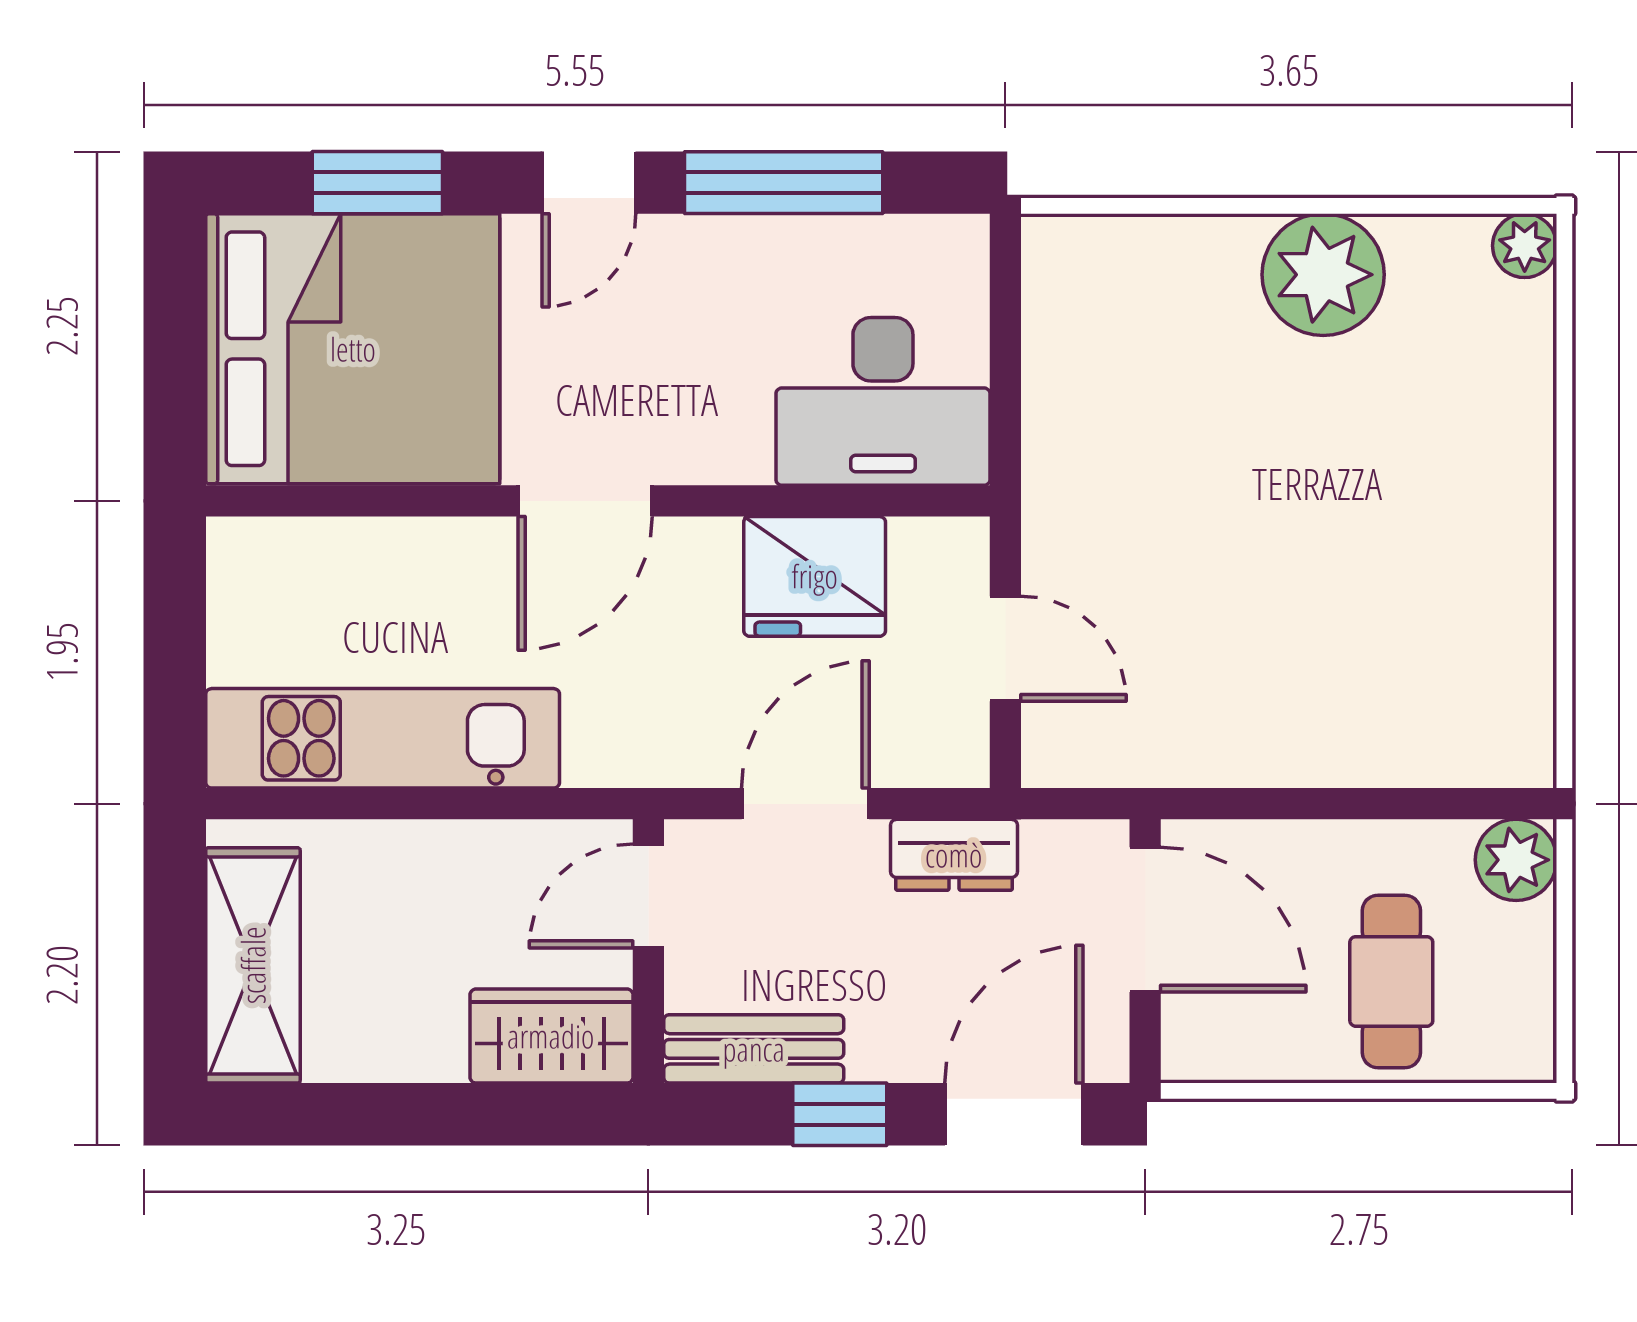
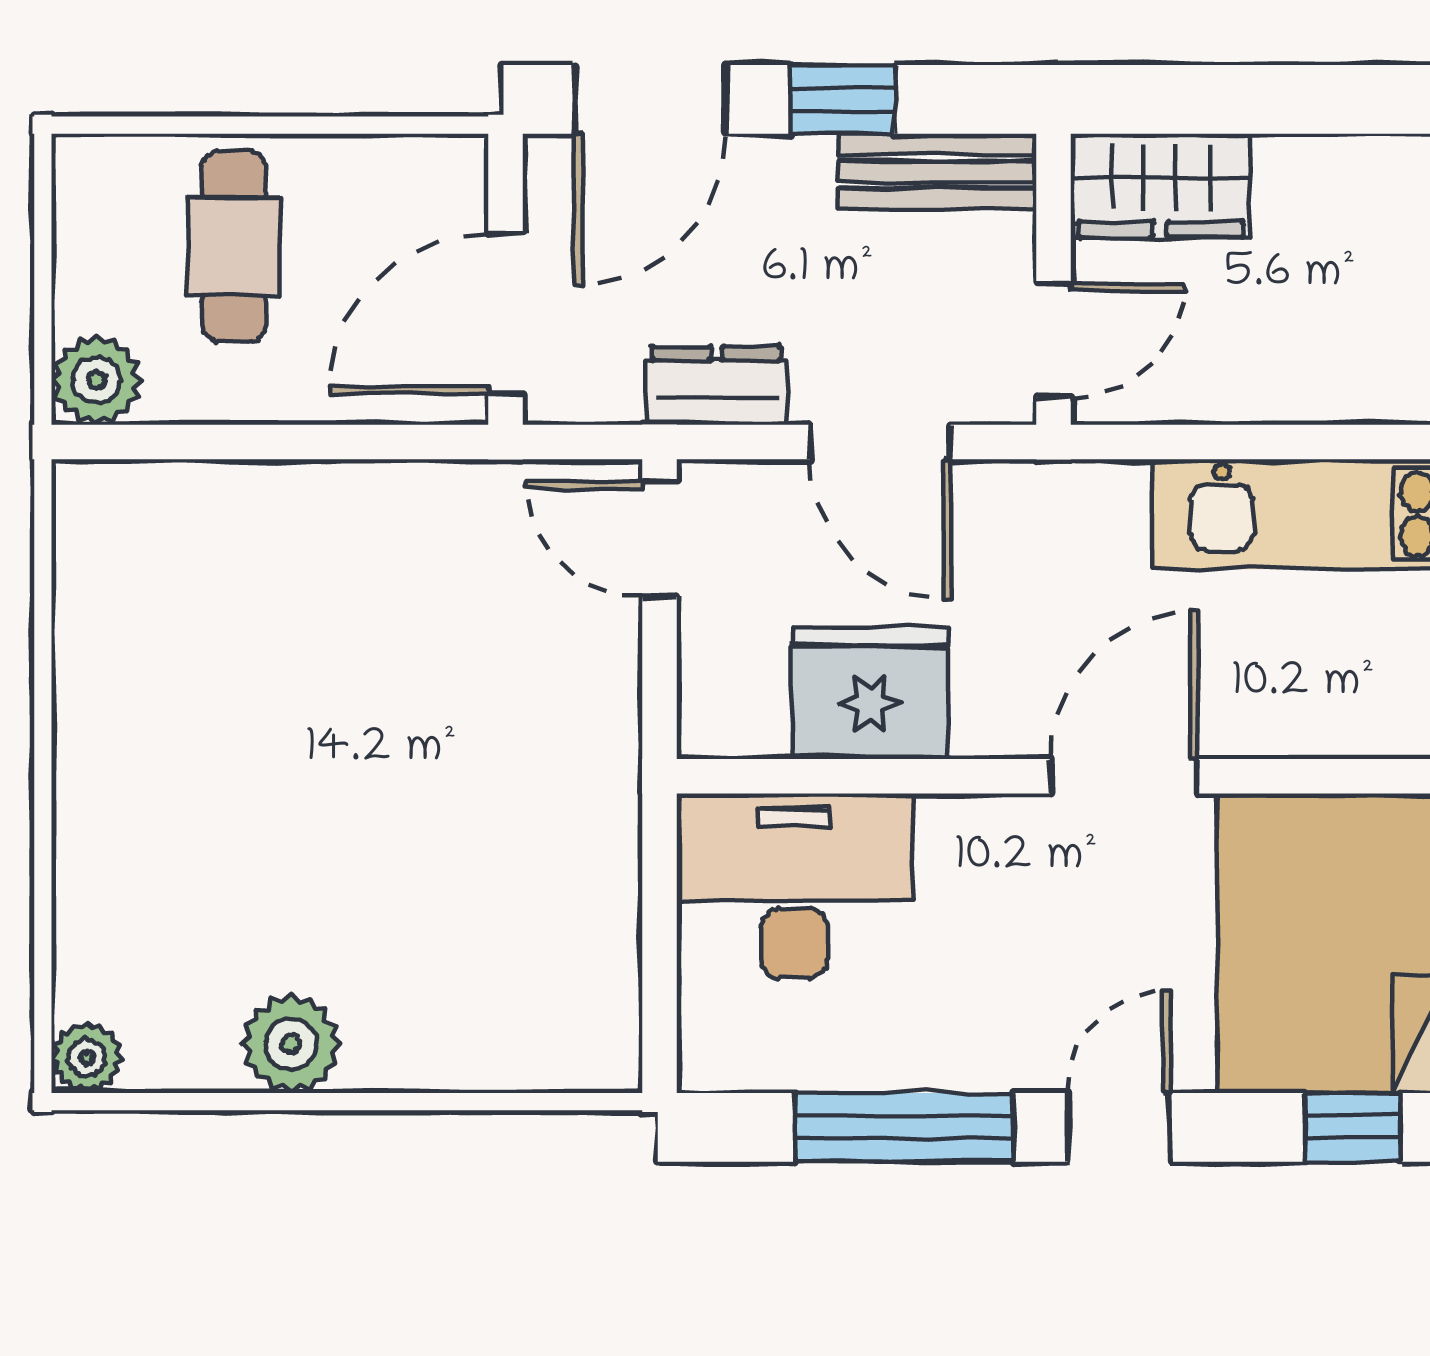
window: (377, 183) -> (1353, 1127), width x0.67
plant: (1323, 275) -> (291, 1044), width x0.73, depth x0.73
door: (1005, 649) -> (660, 539), moved
door: (805, 804) -> (880, 442), hinge flipped
door: (1145, 920) -> (505, 314), hinge flipped

